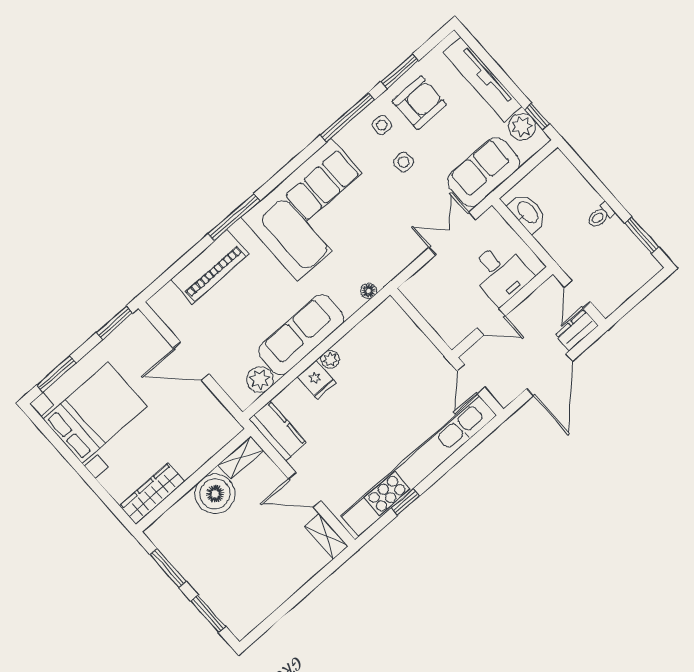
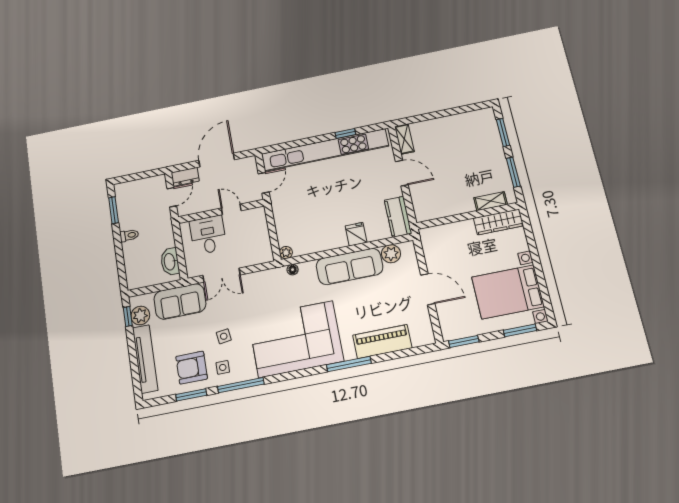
plant: (330, 359) -> (286, 253), moved
shelving: (241, 458) -> (491, 201), moved
boiler: (215, 494) -> (459, 200), removed

